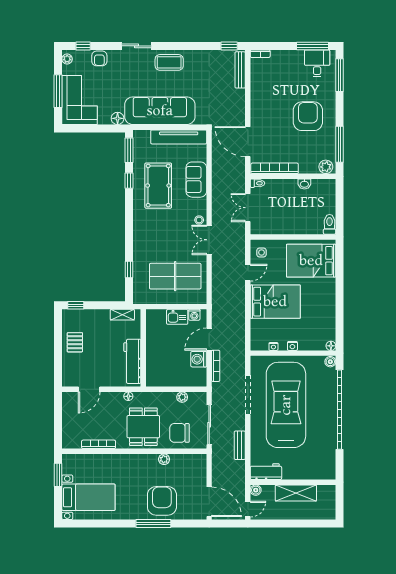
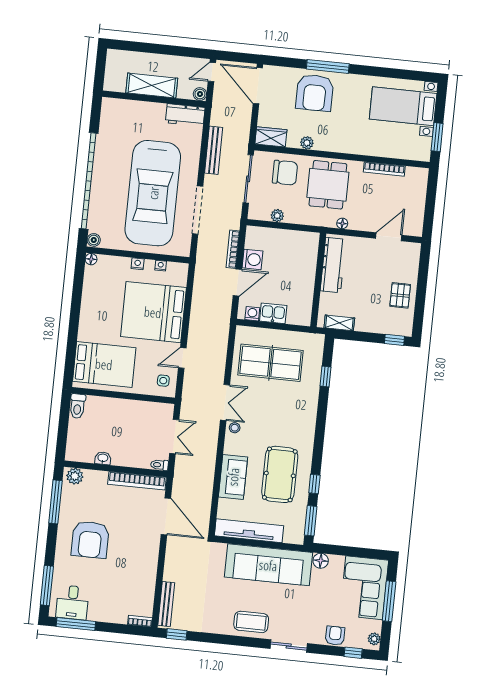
bed: (275, 302) -> (153, 312), width x1.36
bench: (240, 445) -> (214, 150), width x1.36
wardrobe: (194, 461) -> (271, 137), added

